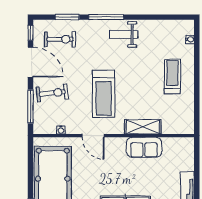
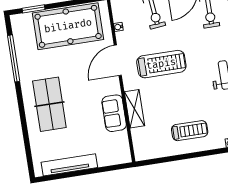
treadmill: (104, 94) -> (161, 64), turned 180
door: (93, 136) -> (118, 60), width x1.36

